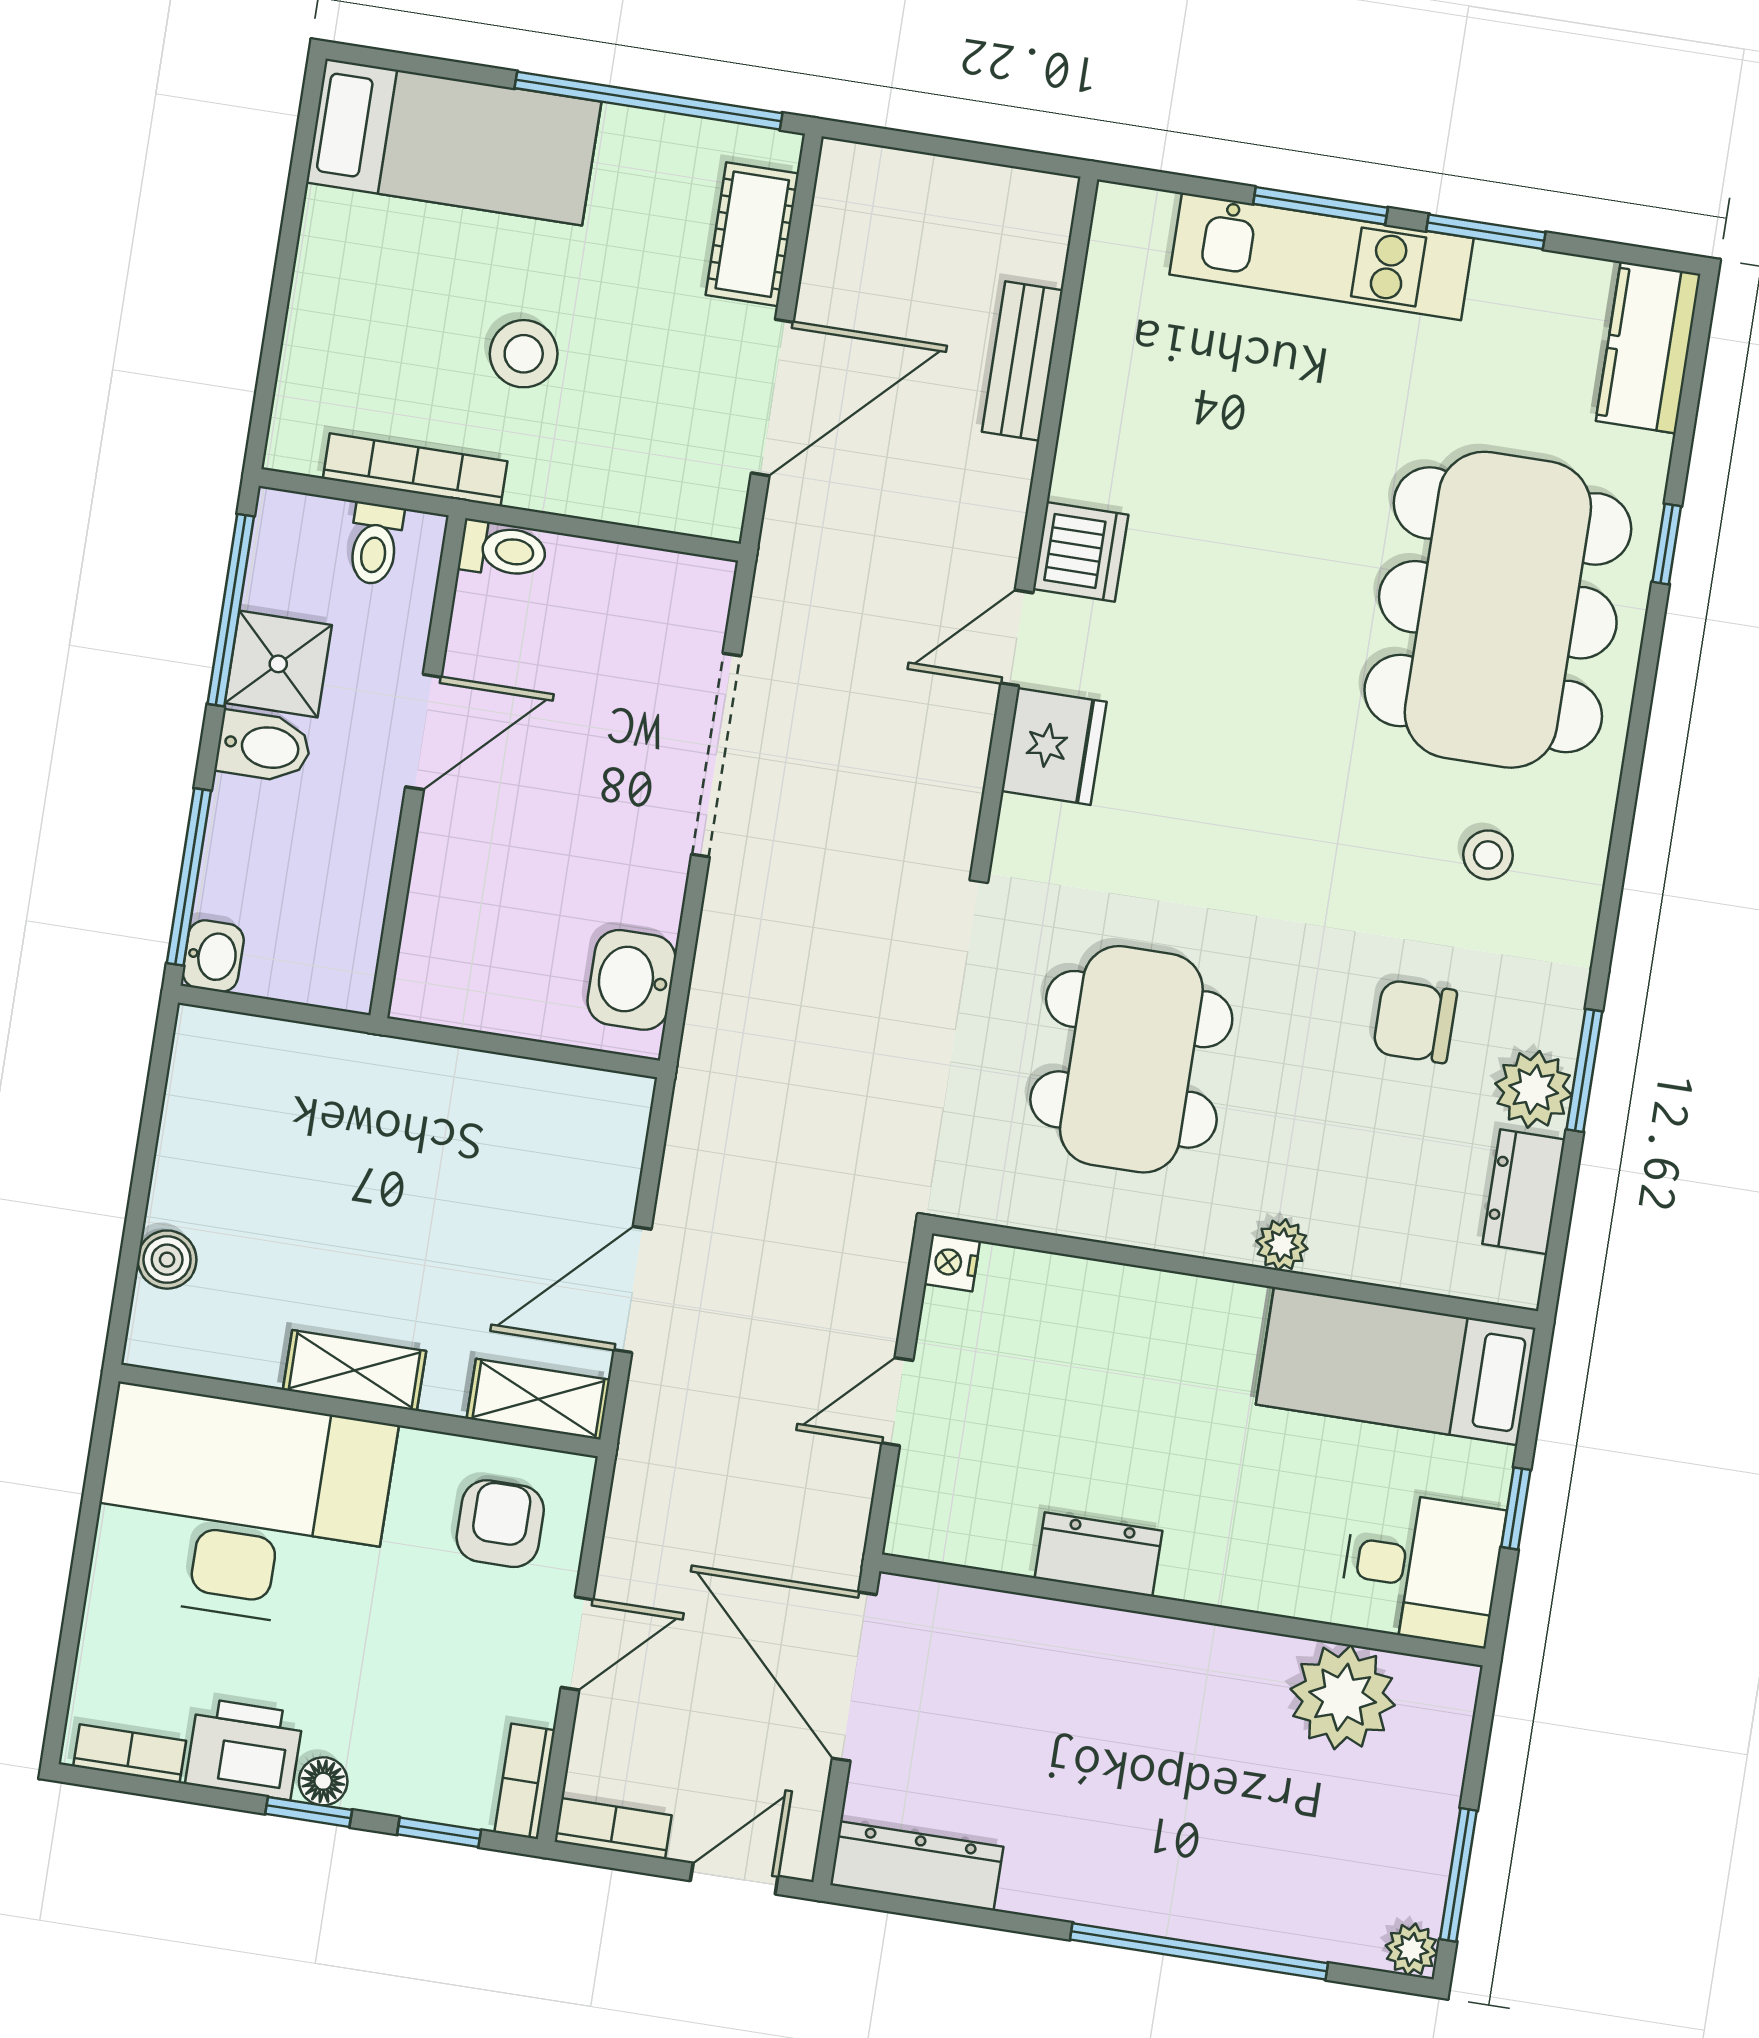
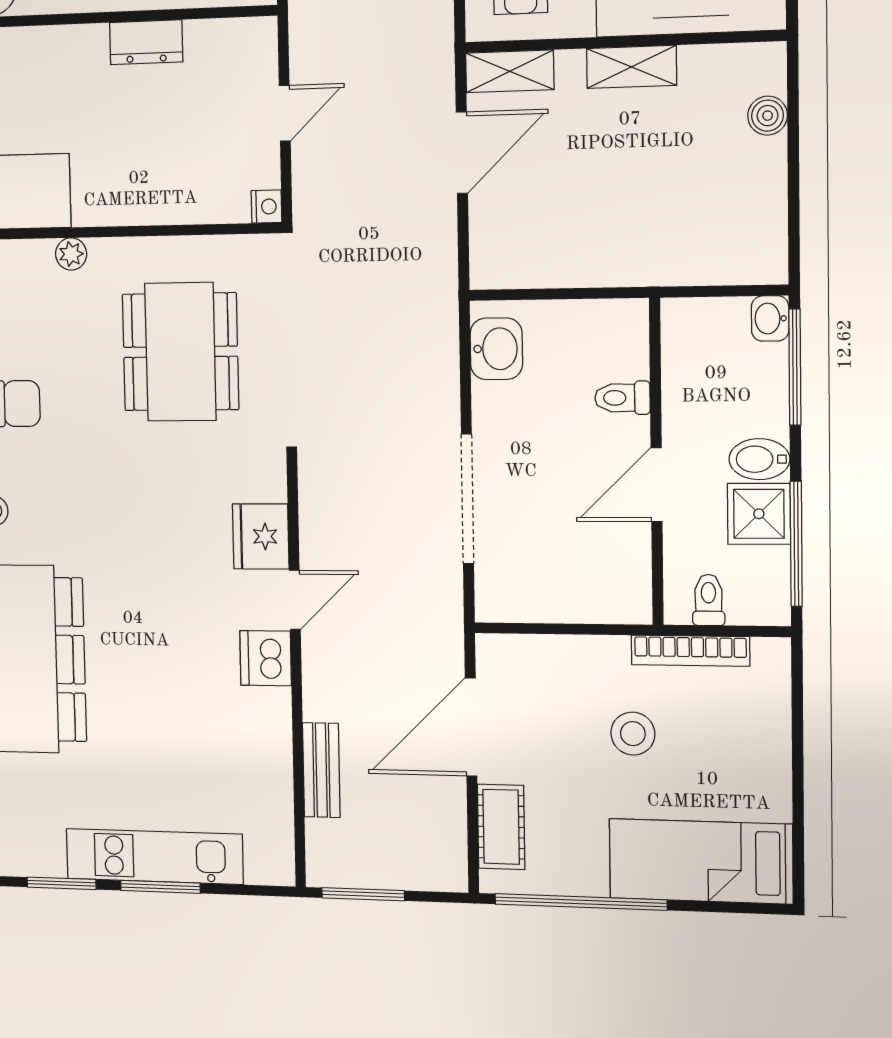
window: (990, 154) -> (363, 894), added
toilet: (503, 550) -> (622, 398), moved

